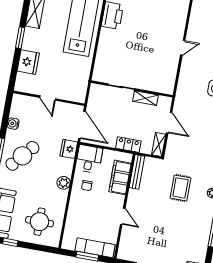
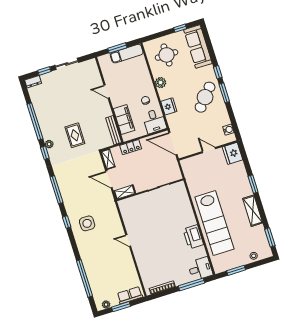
door: (183, 48) -> (128, 240), hinge flipped
fridge: (28, 62) -> (232, 153), moved
shelving: (146, 98) -> (125, 192), moved
water cooler: (13, 124) -> (228, 130), moved
fridge: (69, 149) -> (169, 106), moved
plant: (64, 183) -> (160, 83), moved
exam couch: (95, 248) -> (127, 54), moved

